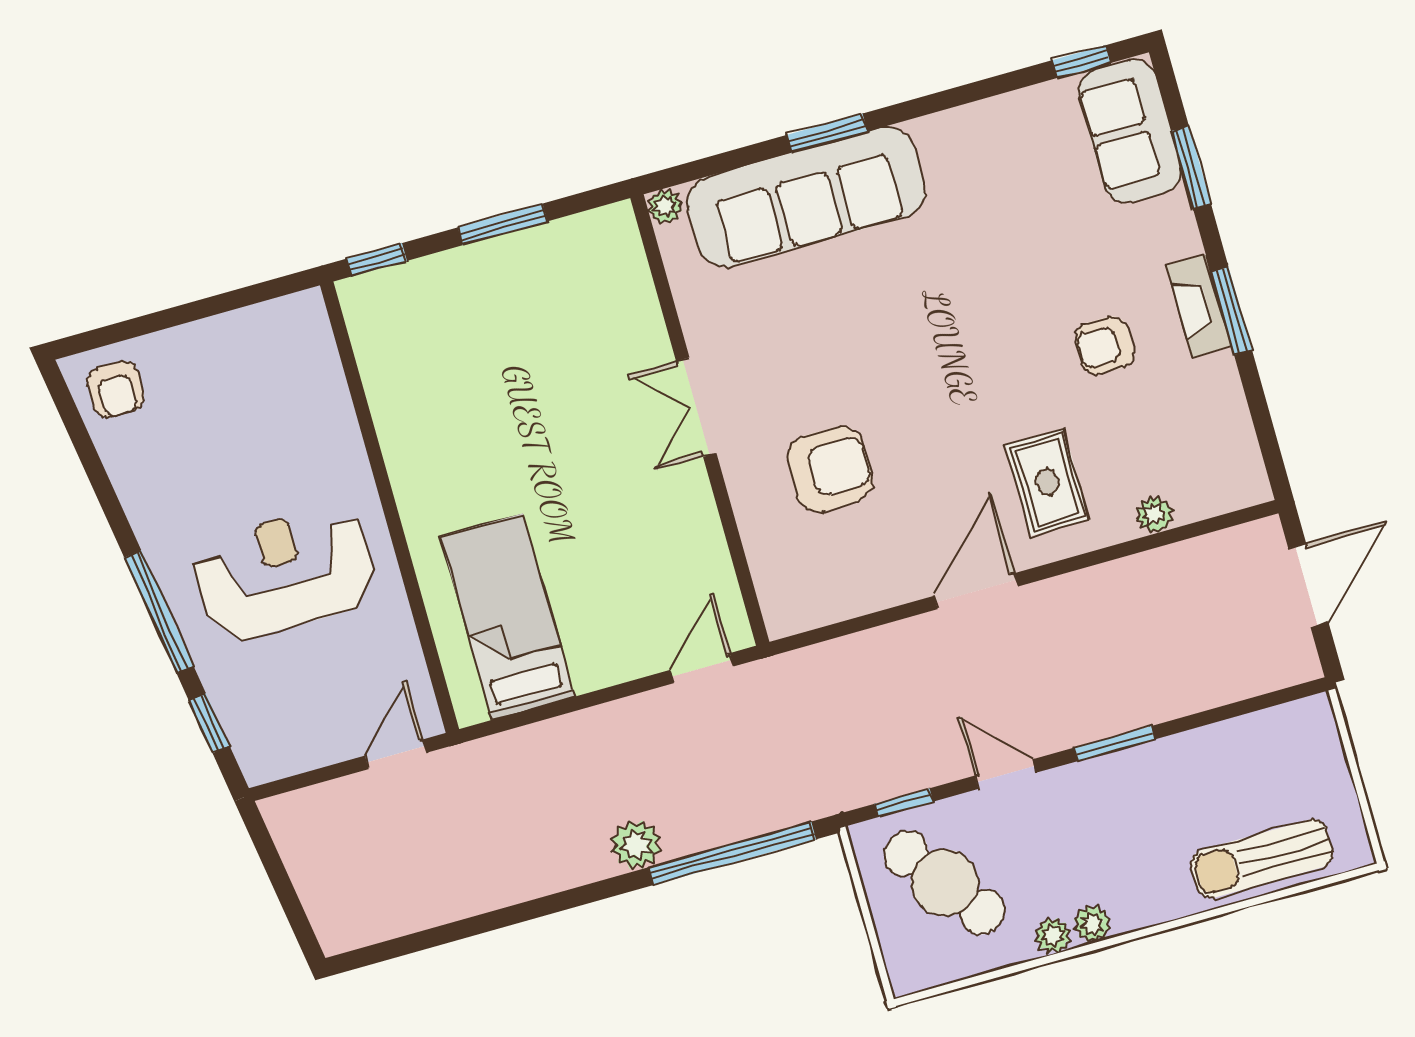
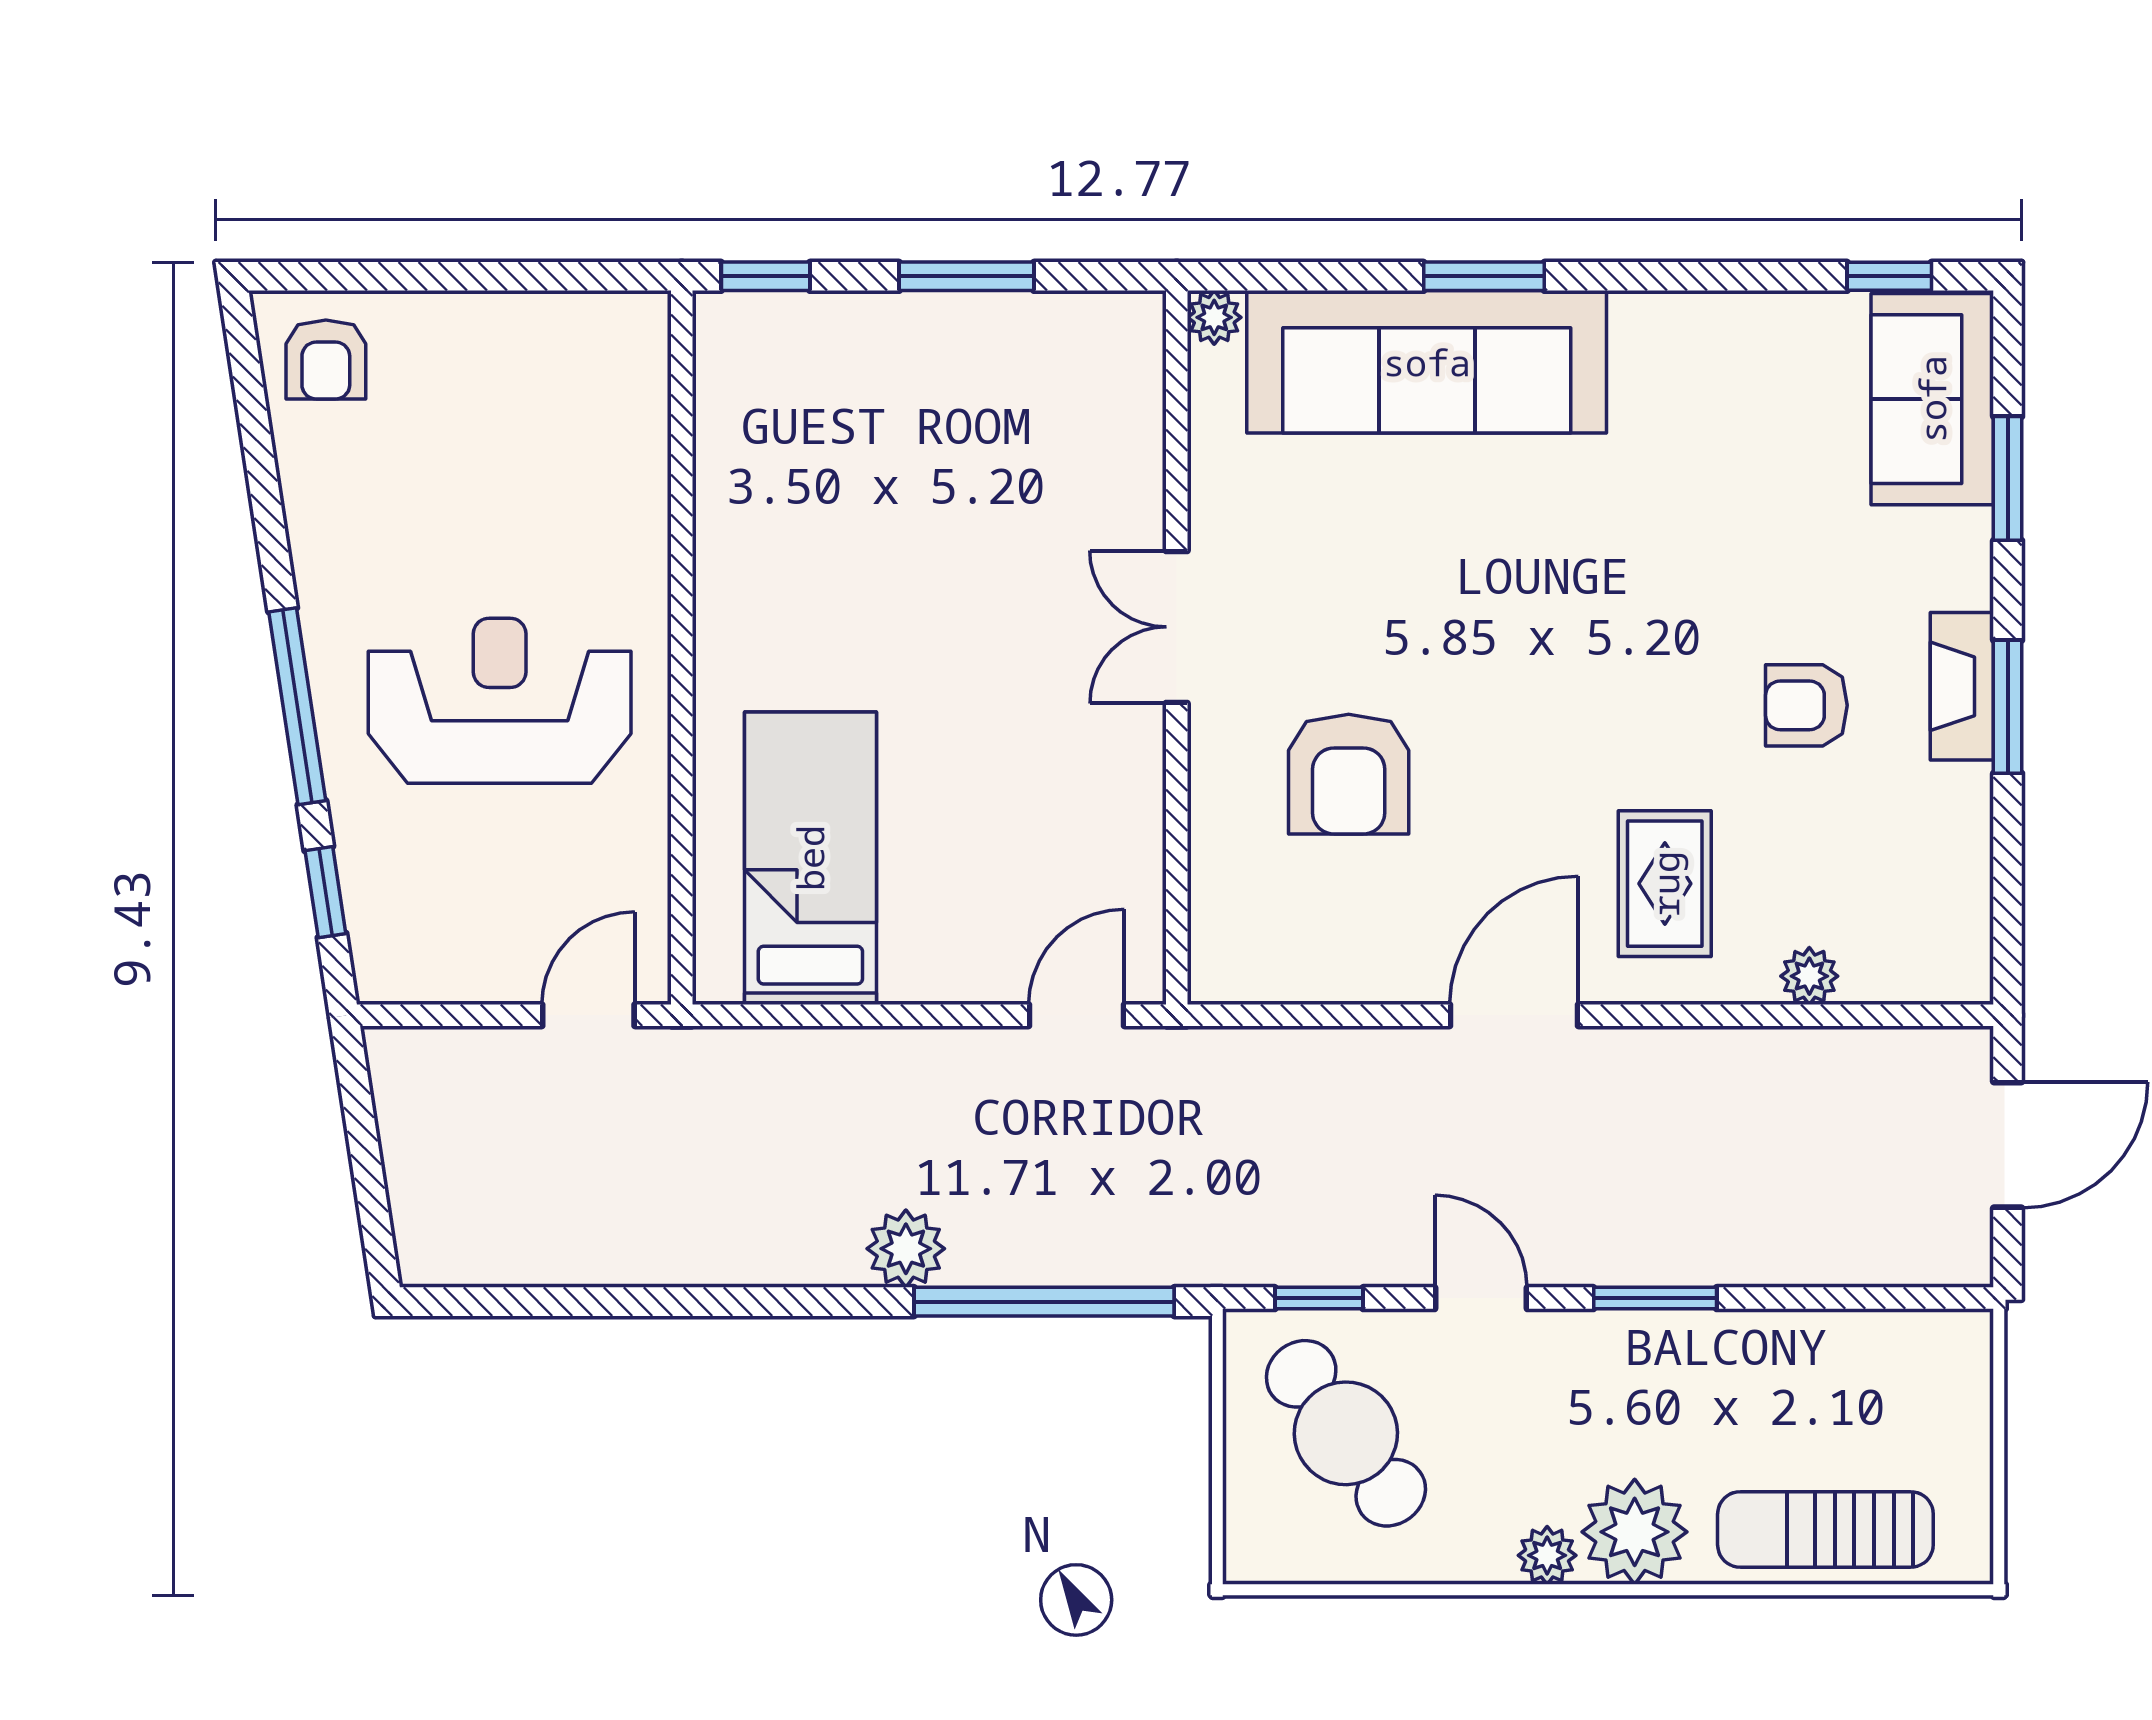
armchair: (830, 469) -> (1349, 774), turned 90
plant: (1053, 936) -> (1635, 1532), moved, width x1.87, depth x1.87

